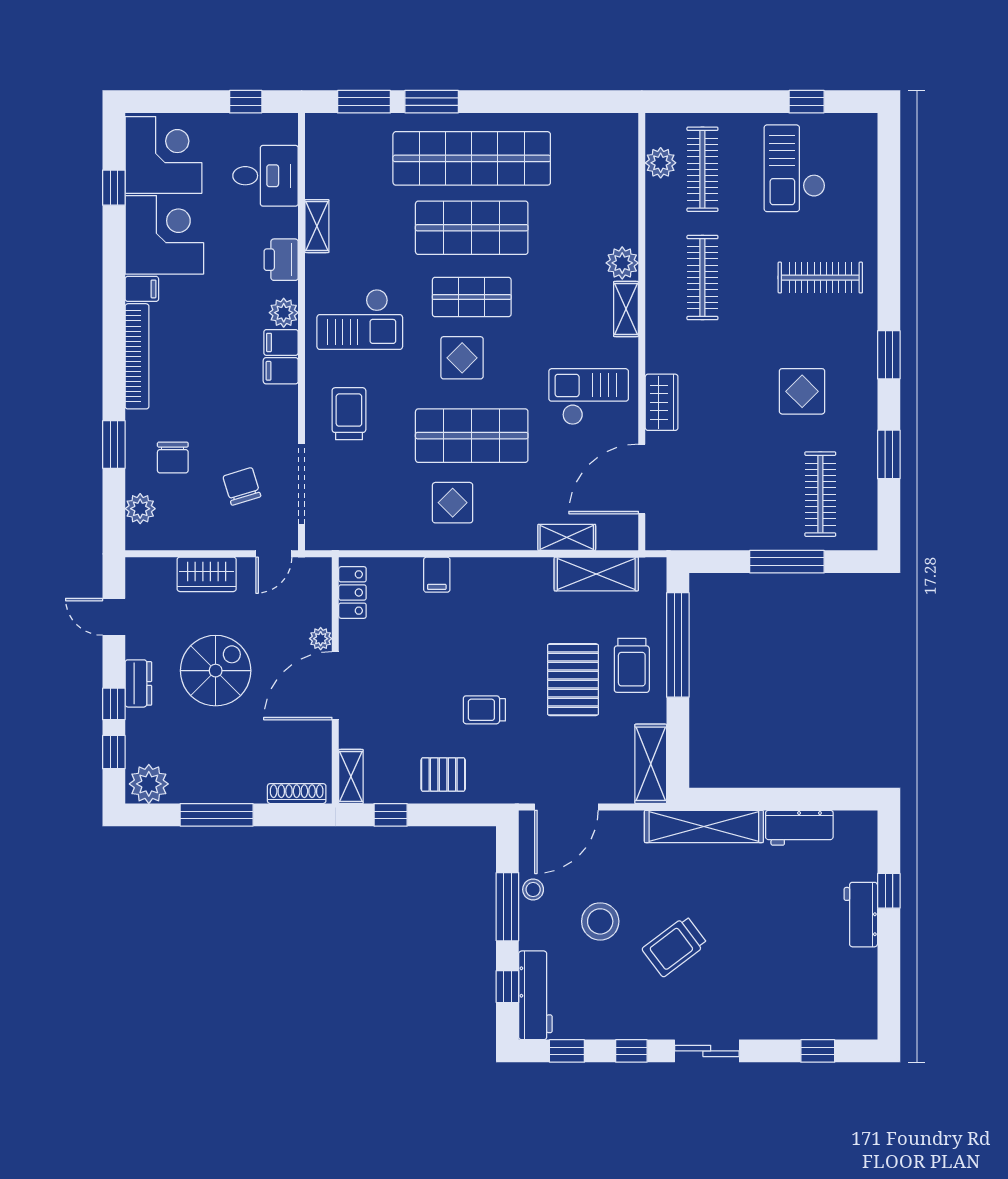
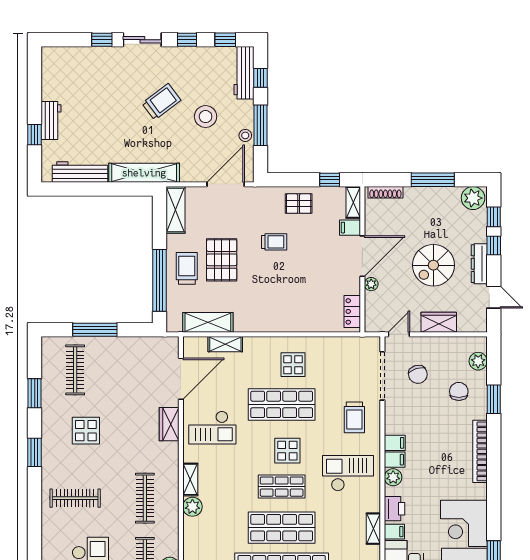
filing cabinet: (142, 289) -> (394, 532), moved, turned 180
filing cabinet: (437, 575) -> (350, 228), moved, turned -90
dresser: (138, 683) -> (479, 264), width x1.44
workbench: (799, 828) -> (80, 172), width x1.38
window: (818, 1051) -> (102, 40), moved

